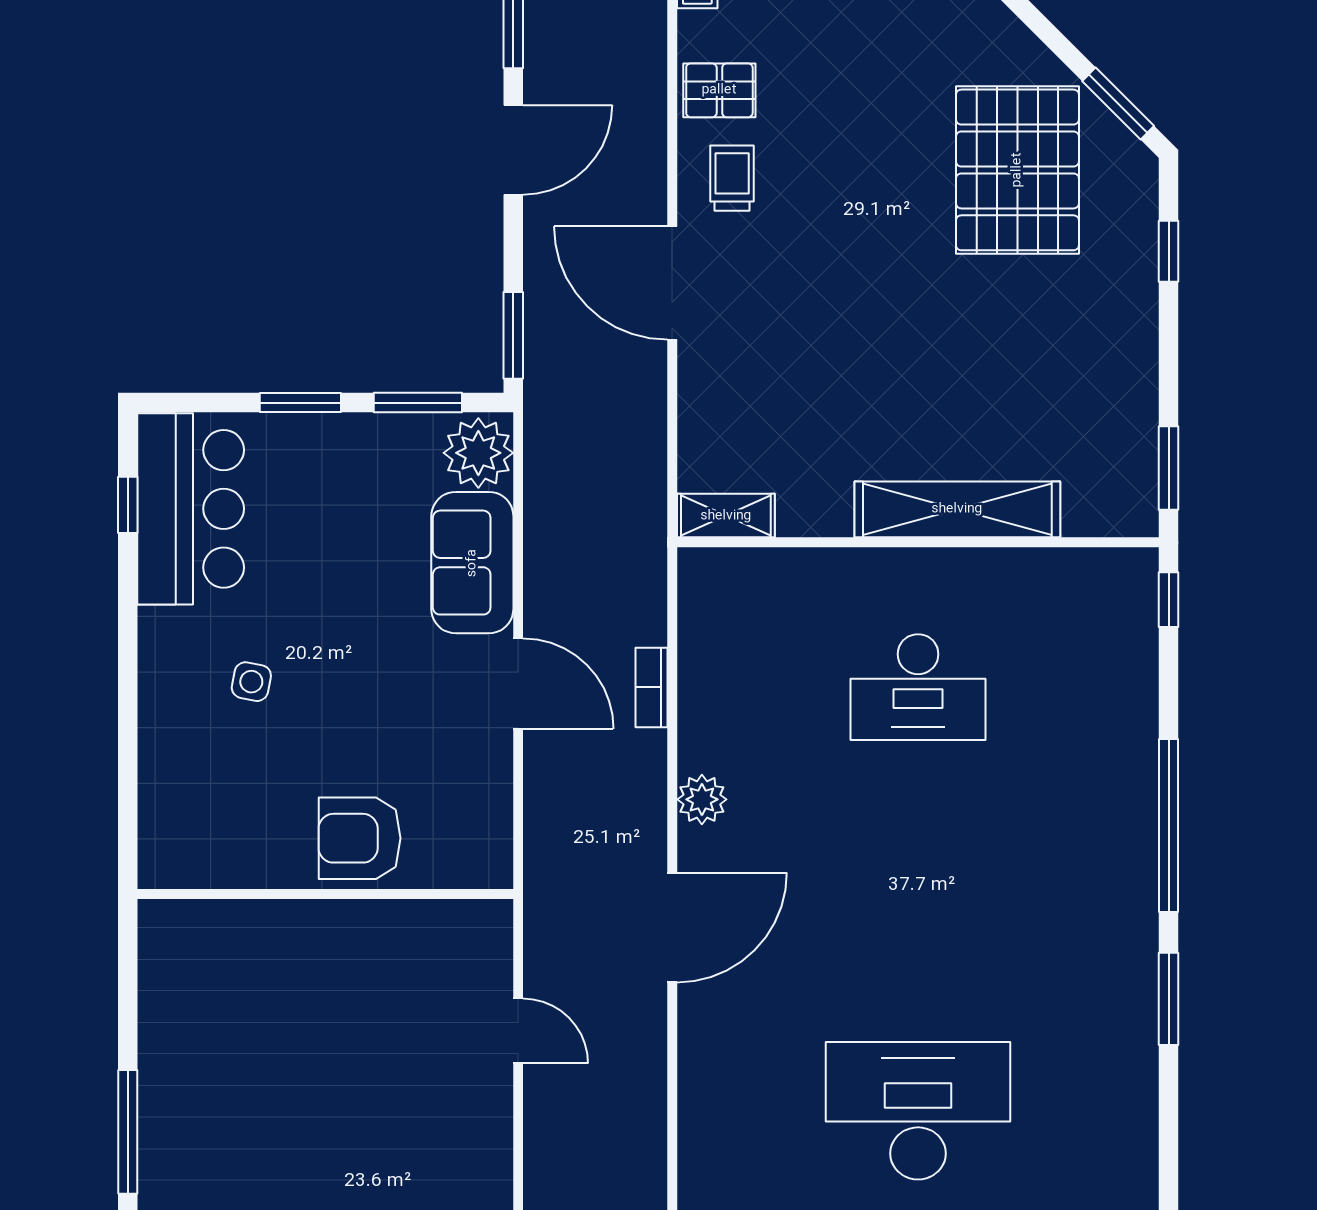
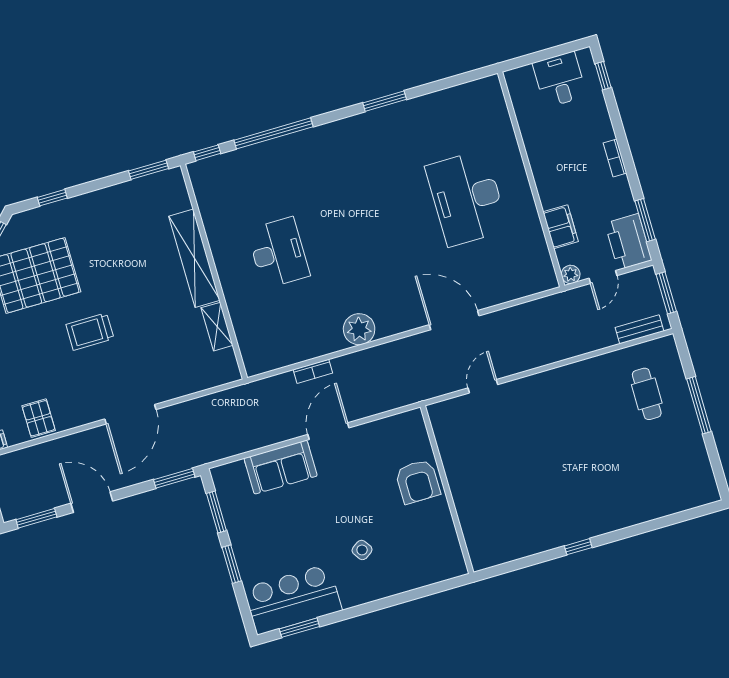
trolley: (732, 178) -> (90, 332), moved, width x1.36, depth x1.39
plant: (478, 453) -> (231, 479), removed
window: (128, 505) -> (299, 628), width x1.50
shelving: (726, 516) -> (217, 327), moved
side table: (251, 682) -> (362, 550), turned 45
plant: (702, 799) -> (359, 329), width x1.36, depth x1.36
window: (1169, 826) -> (273, 133), moved
door: (672, 927) -> (454, 320), moved
window: (128, 1132) -> (578, 547), width x0.46

